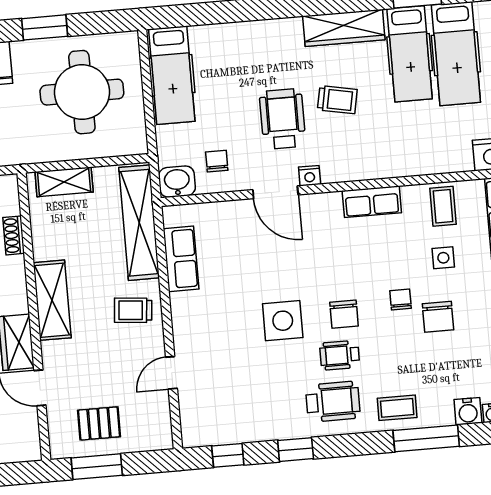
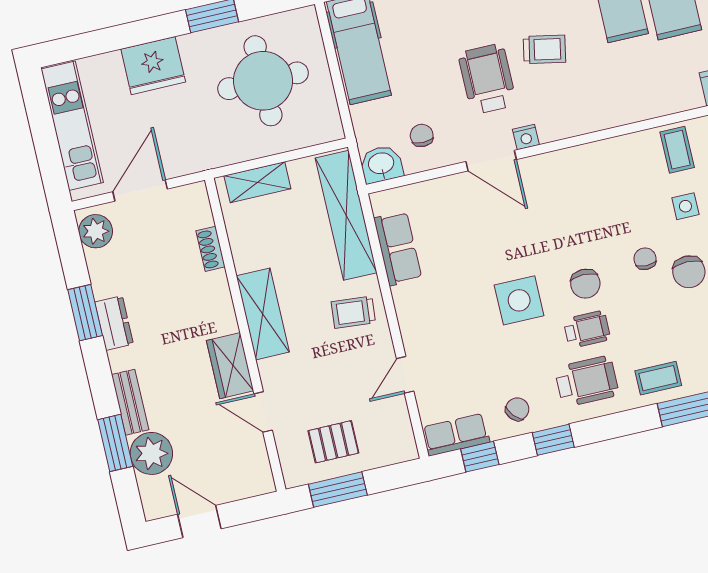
row of seats: (372, 202) -> (456, 435), moved, turned 180
wheelchair: (340, 355) -> (587, 329), turned 180
chair: (267, 418) -> (517, 409), added

